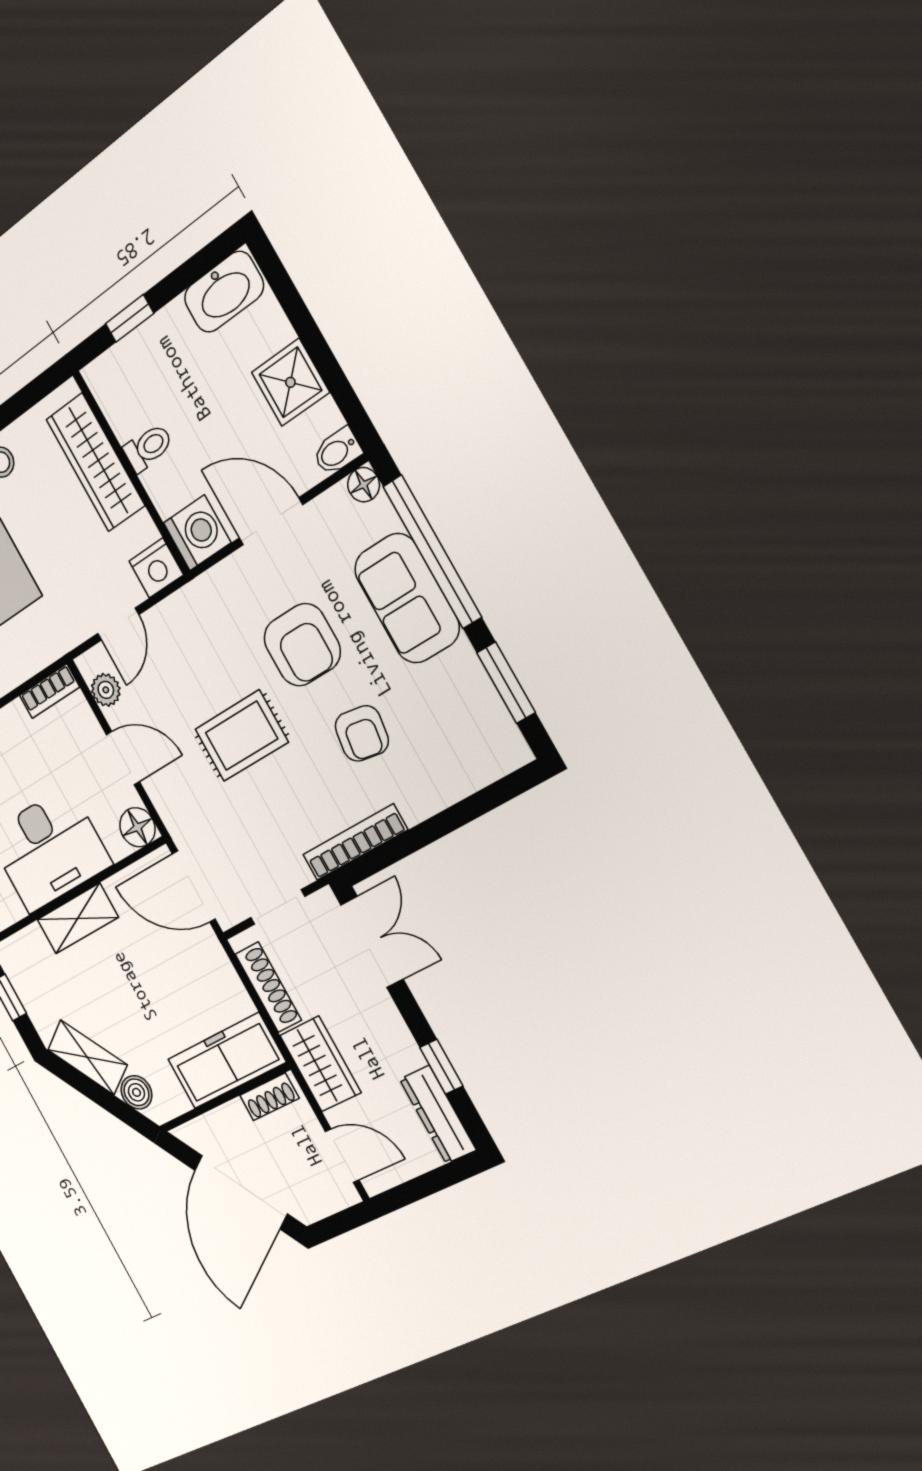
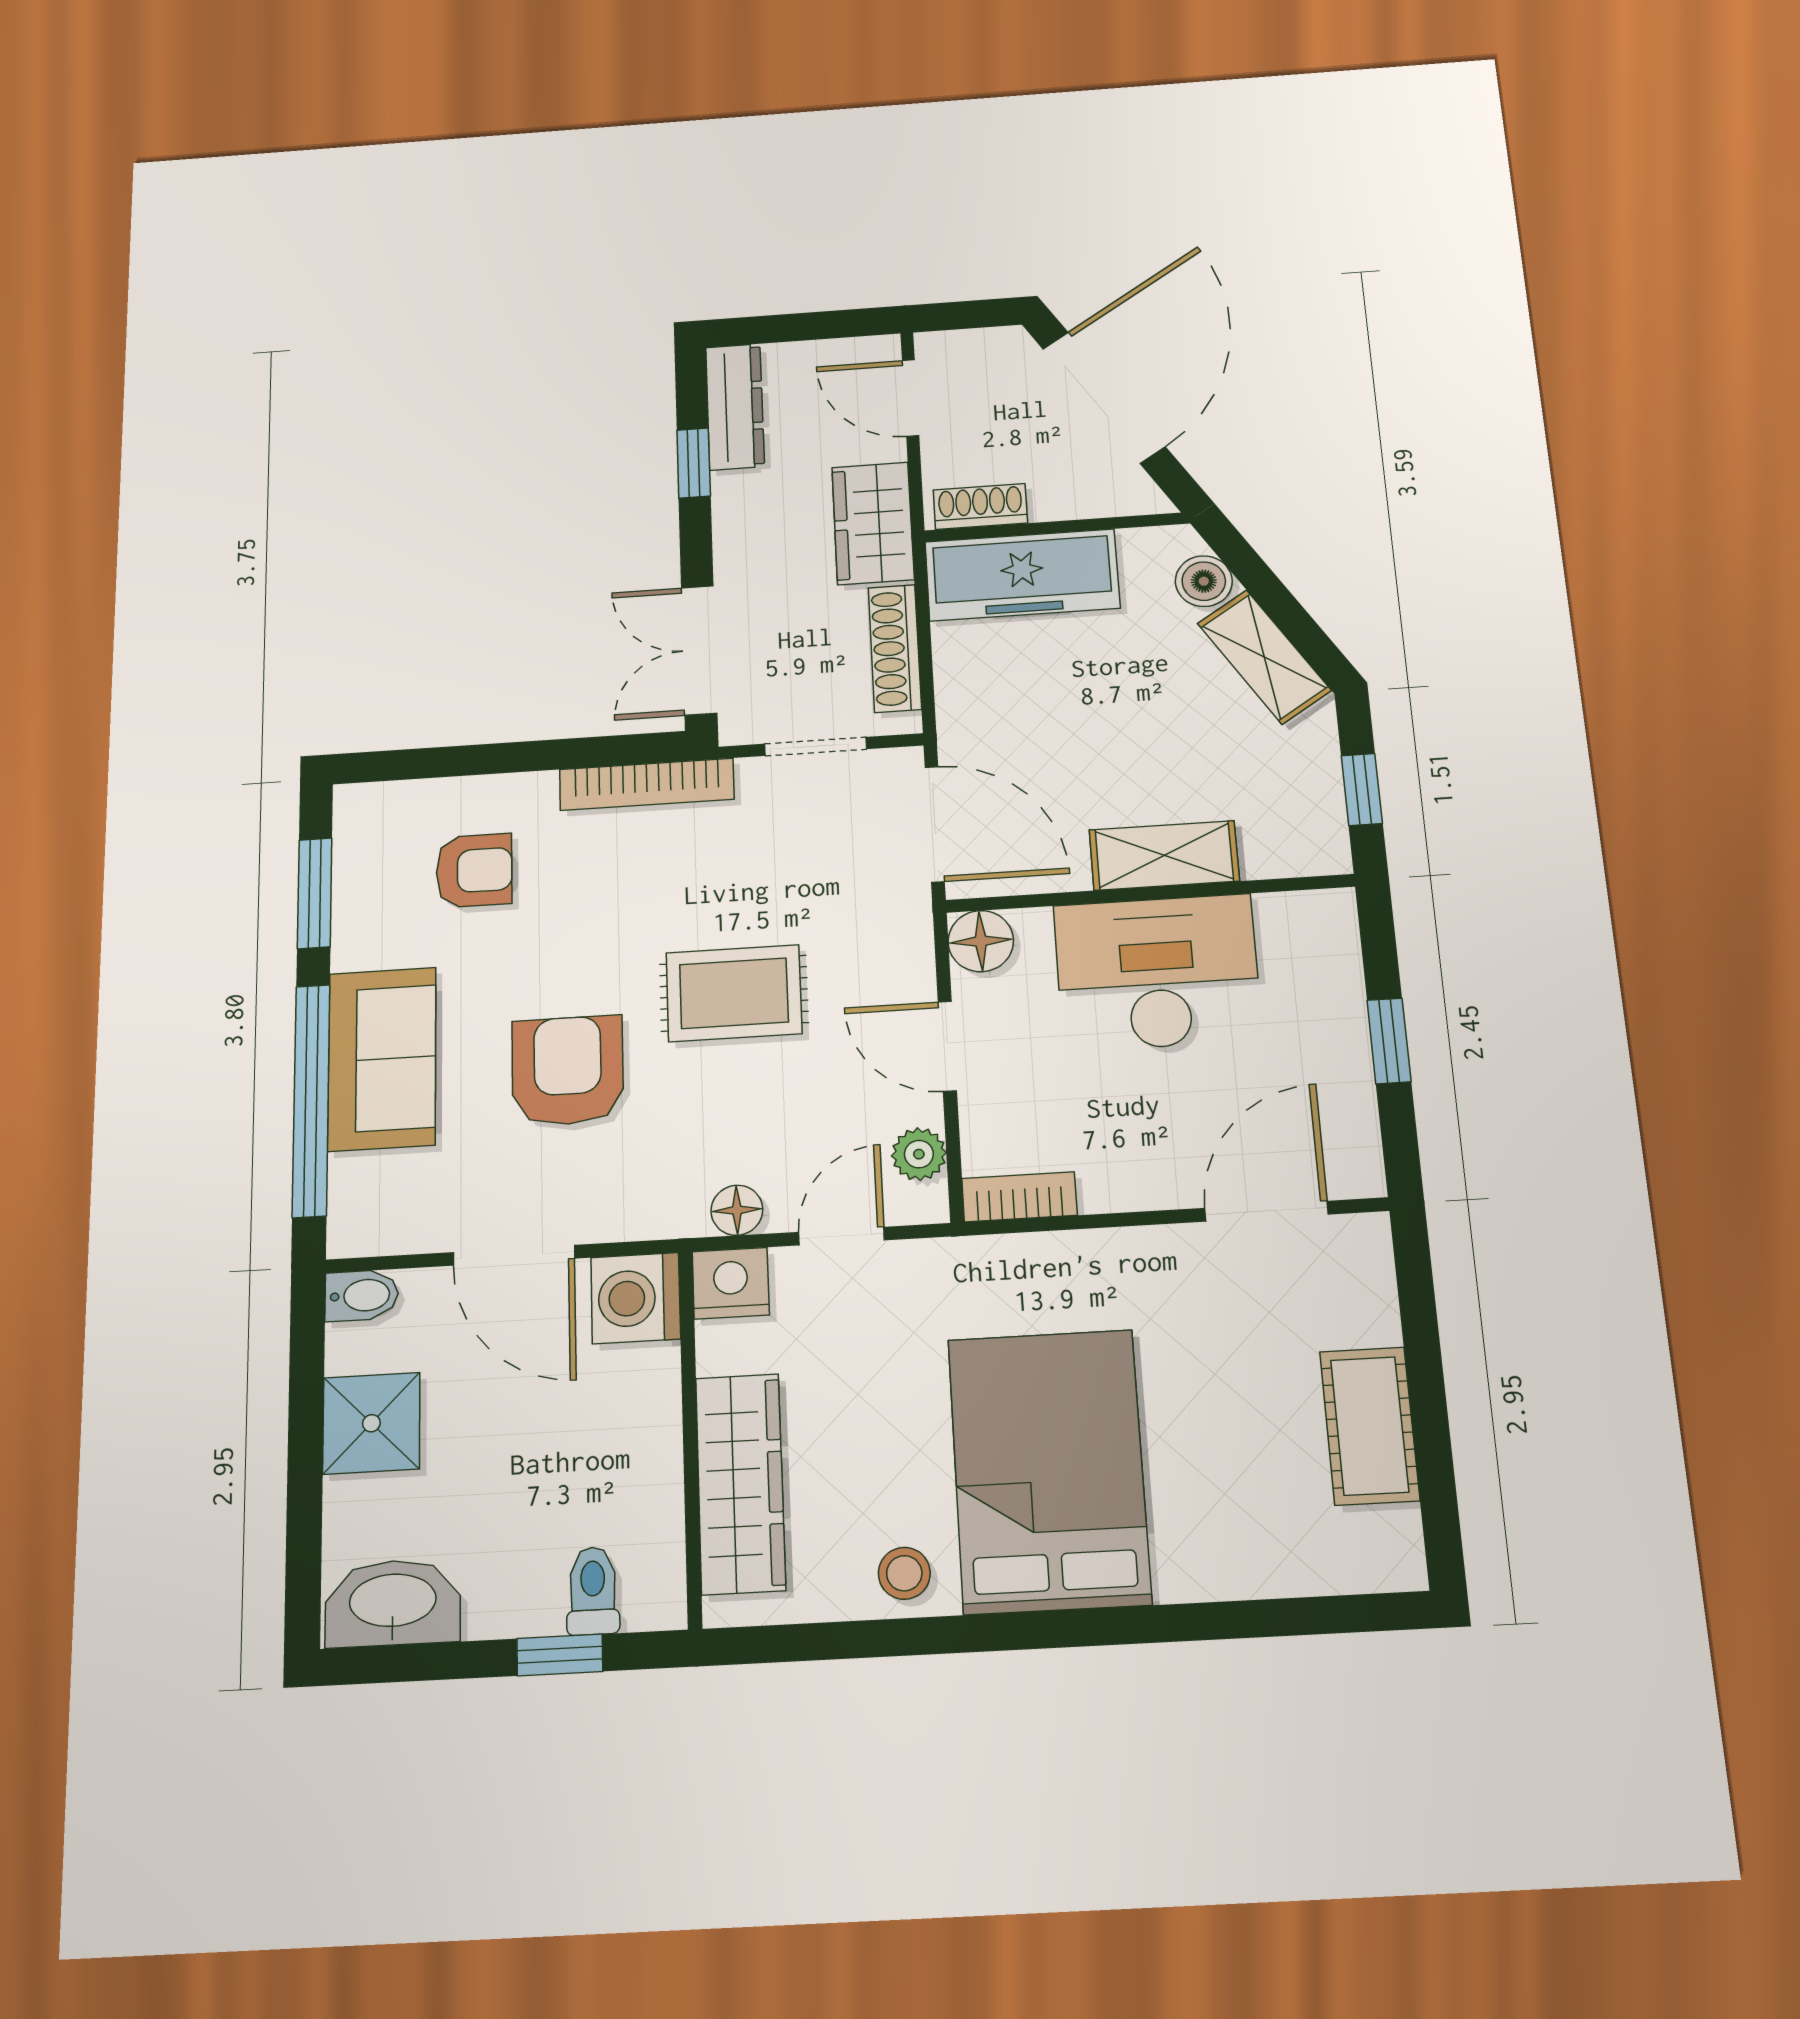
toilet: (148, 448) -> (593, 1591), moved, turned 90
floor lamp: (364, 485) -> (737, 1210), moved
armchair: (362, 733) -> (474, 871), moved, turned 81

